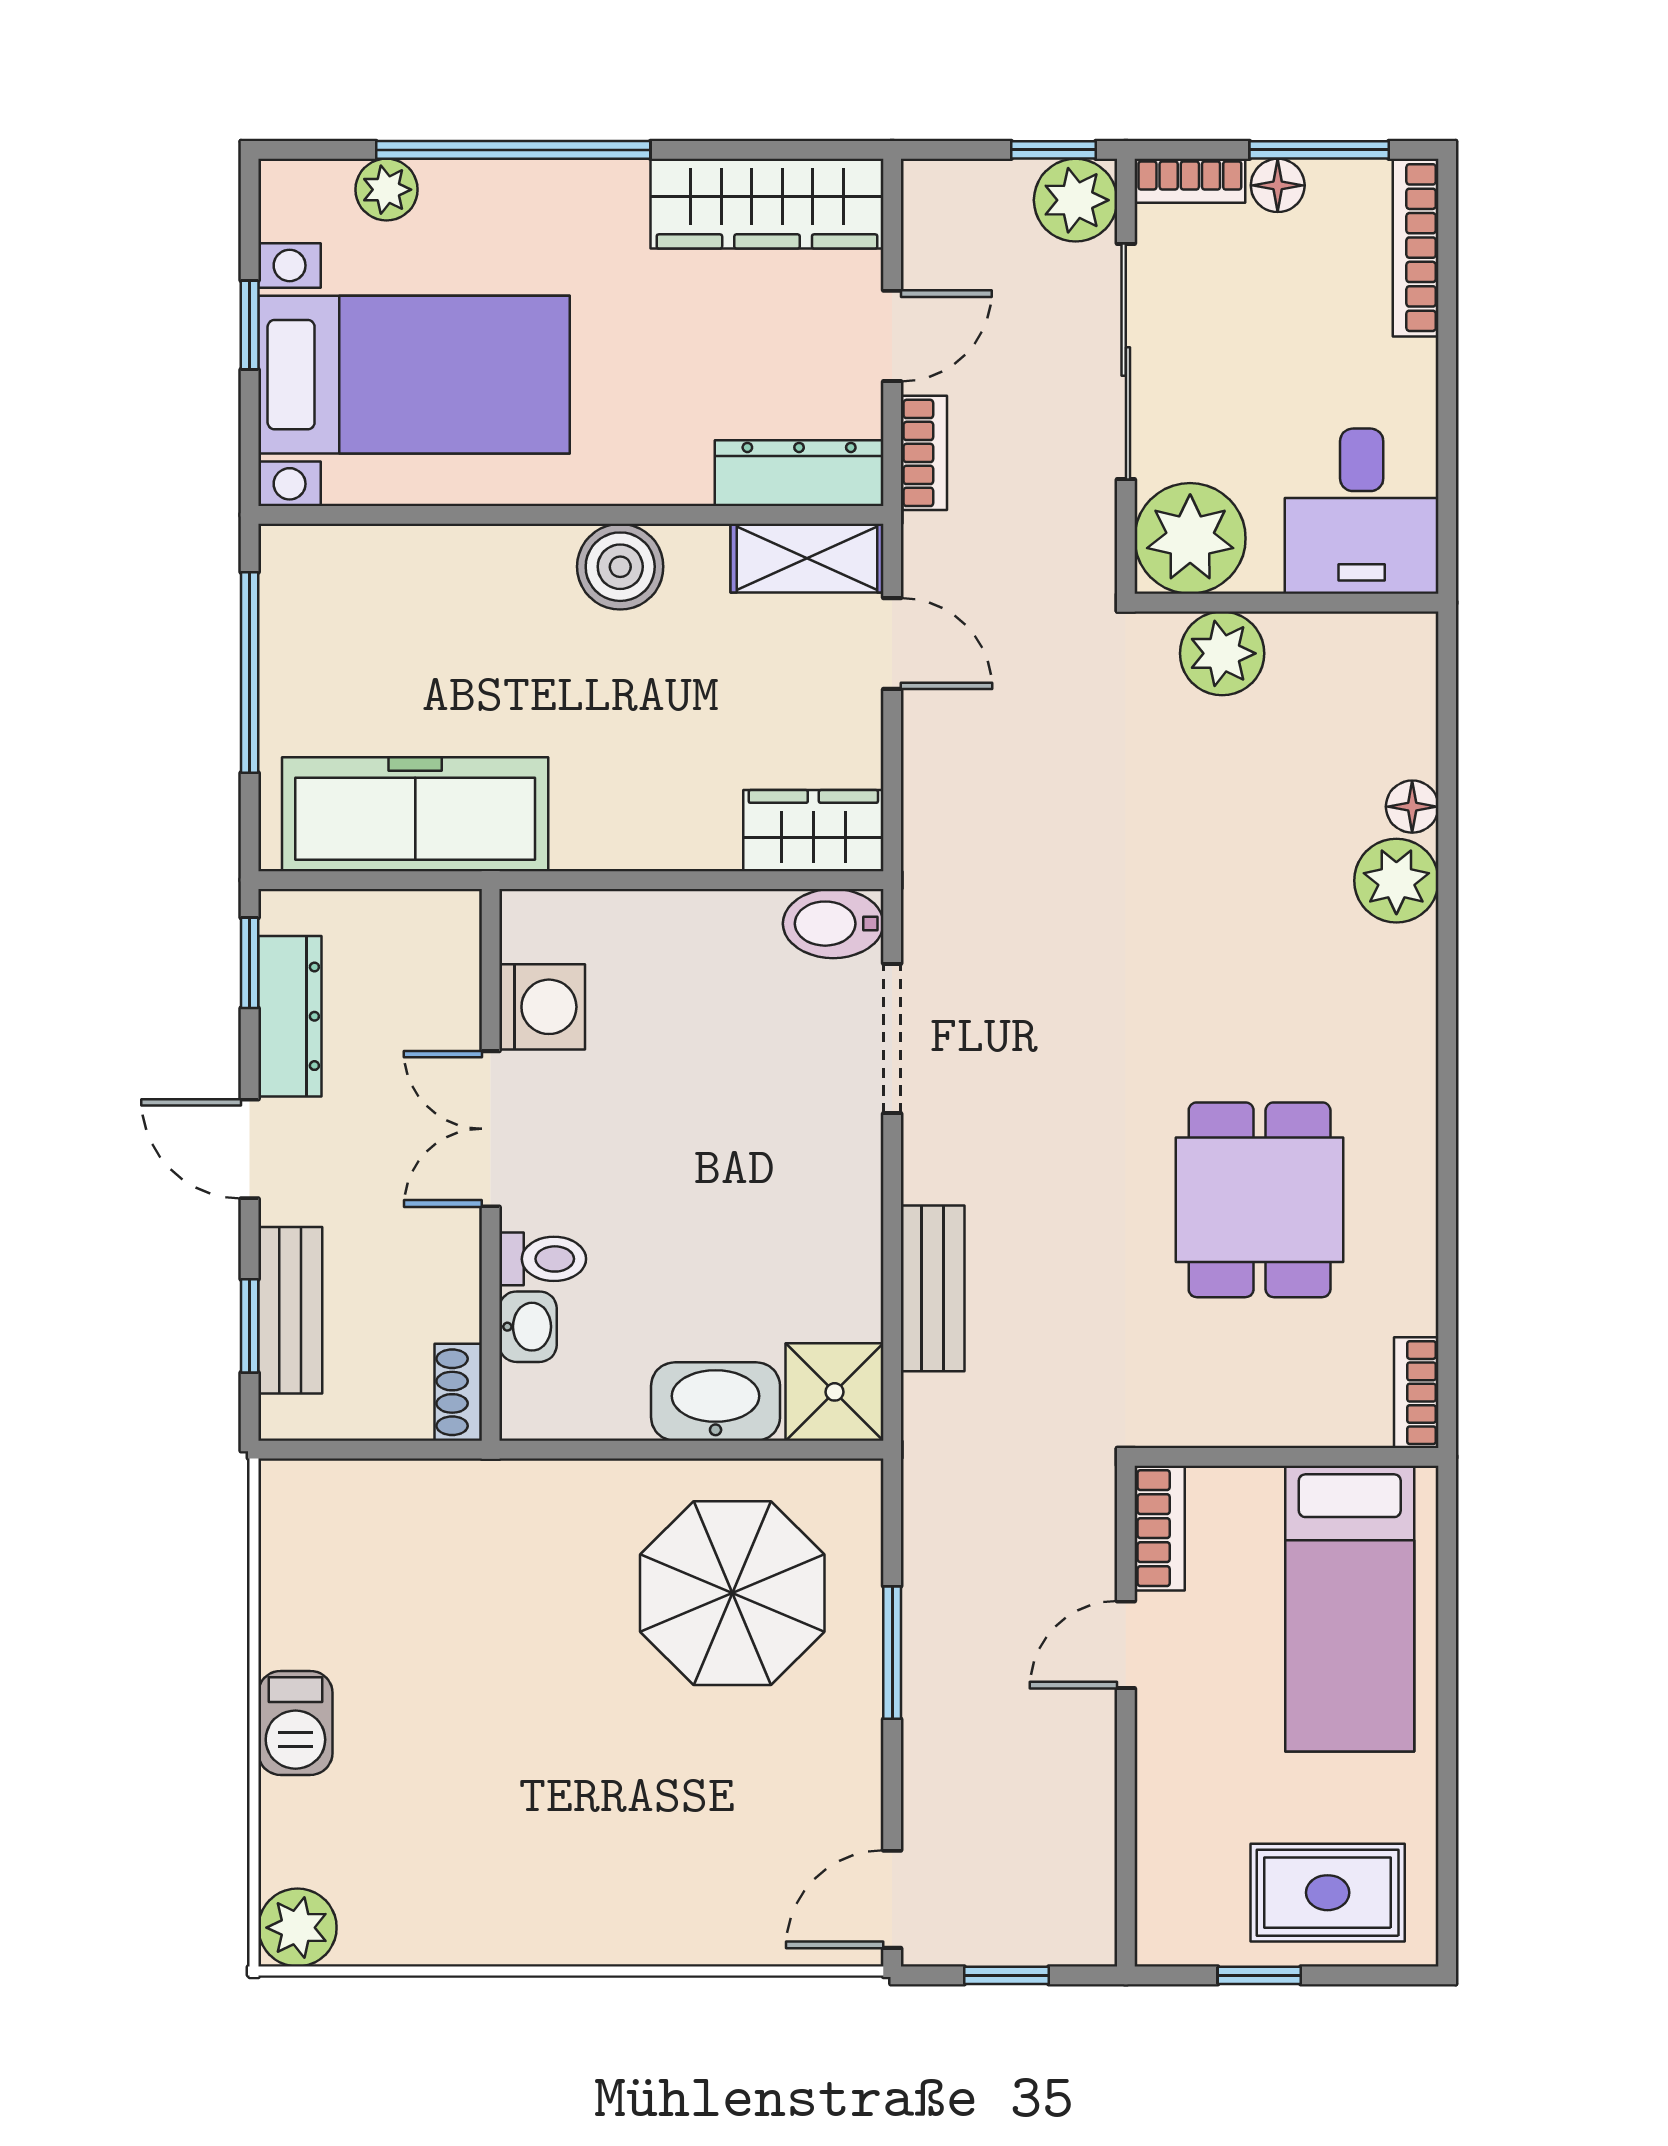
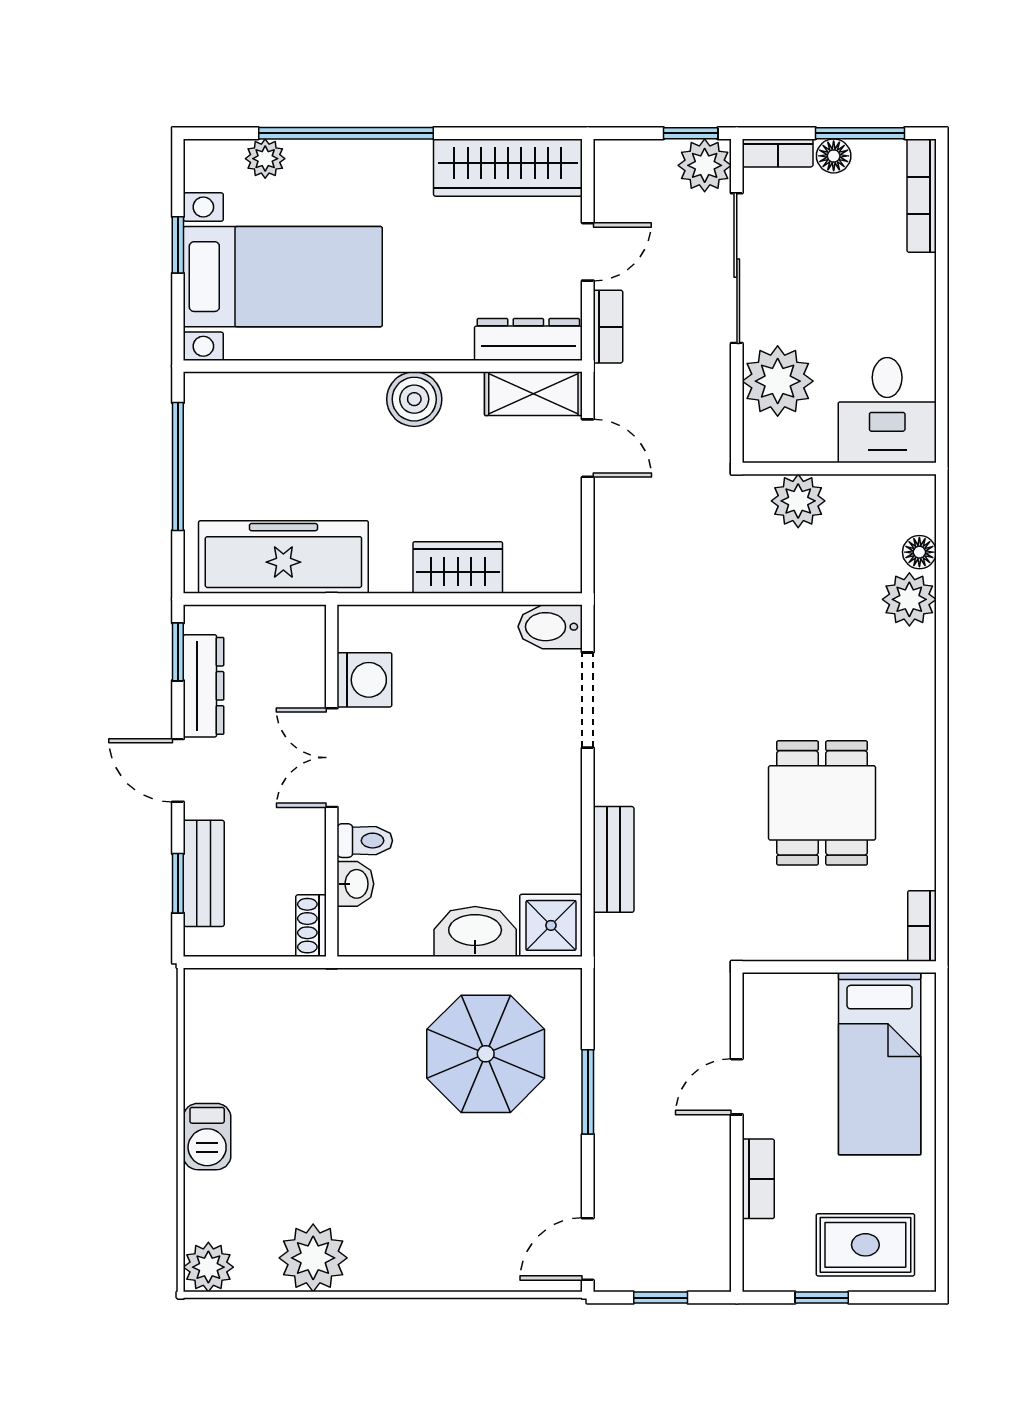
desk: (1362, 511) -> (887, 410), moved
wall: (1286, 603) -> (839, 469), moved
plant: (1222, 653) -> (798, 501), moved
wardrobe: (813, 831) -> (458, 567), moved
bookcase: (1160, 1528) -> (758, 1179), moved
plant: (462, 1913) -> (313, 1258), added

